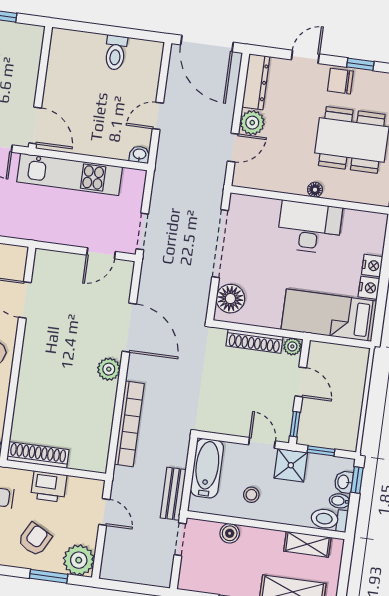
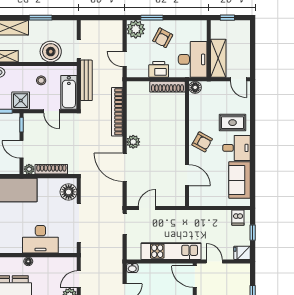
desk: (309, 227) -> (40, 239), moved
door: (262, 443) -> (52, 111), moved
bench: (173, 494) -> (86, 80), width x1.36
boiler: (230, 533) -> (51, 52), width x1.86, depth x1.86

